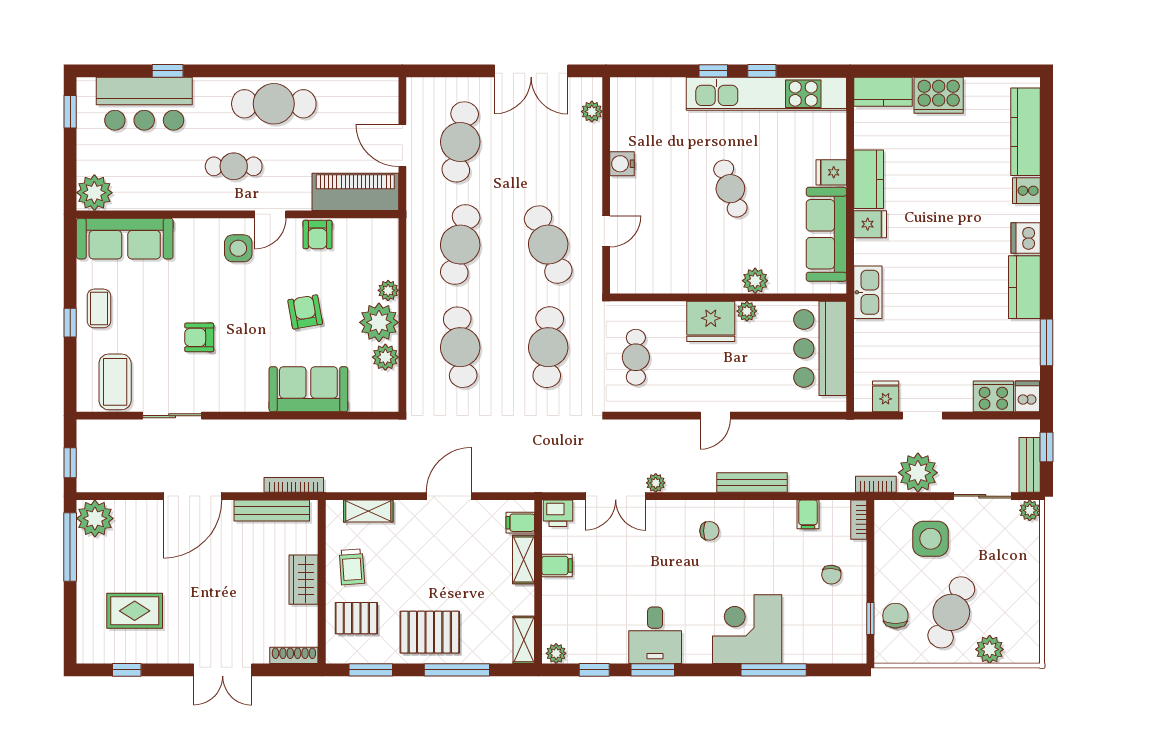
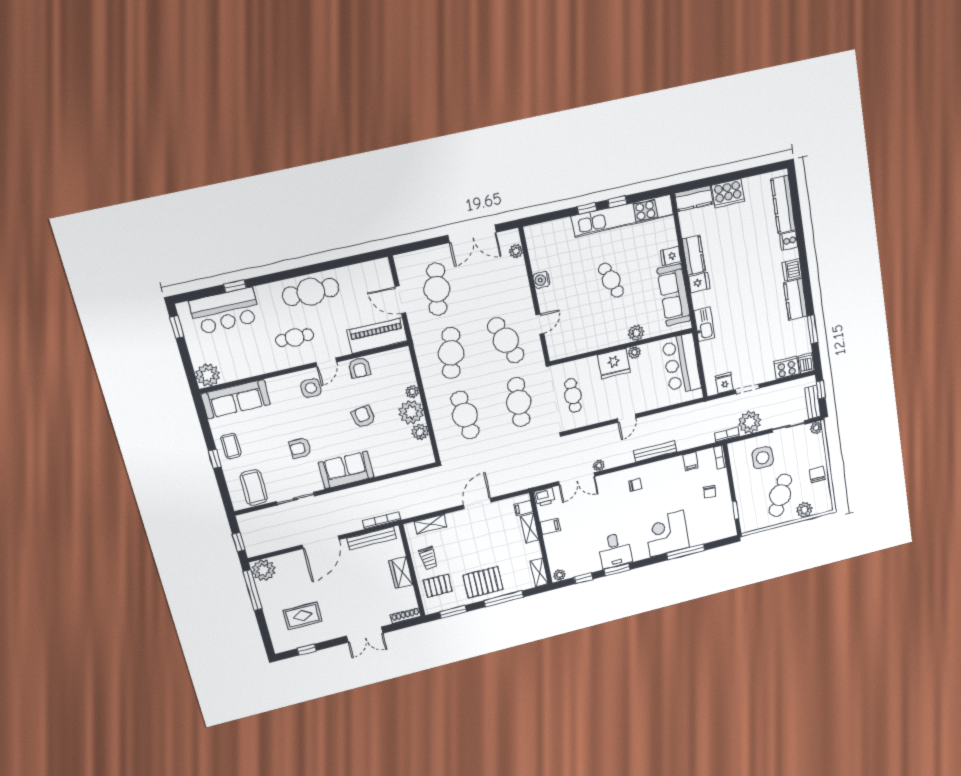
sofa: (308, 389) -> (346, 470), moved
chair: (895, 616) -> (817, 474), moved

